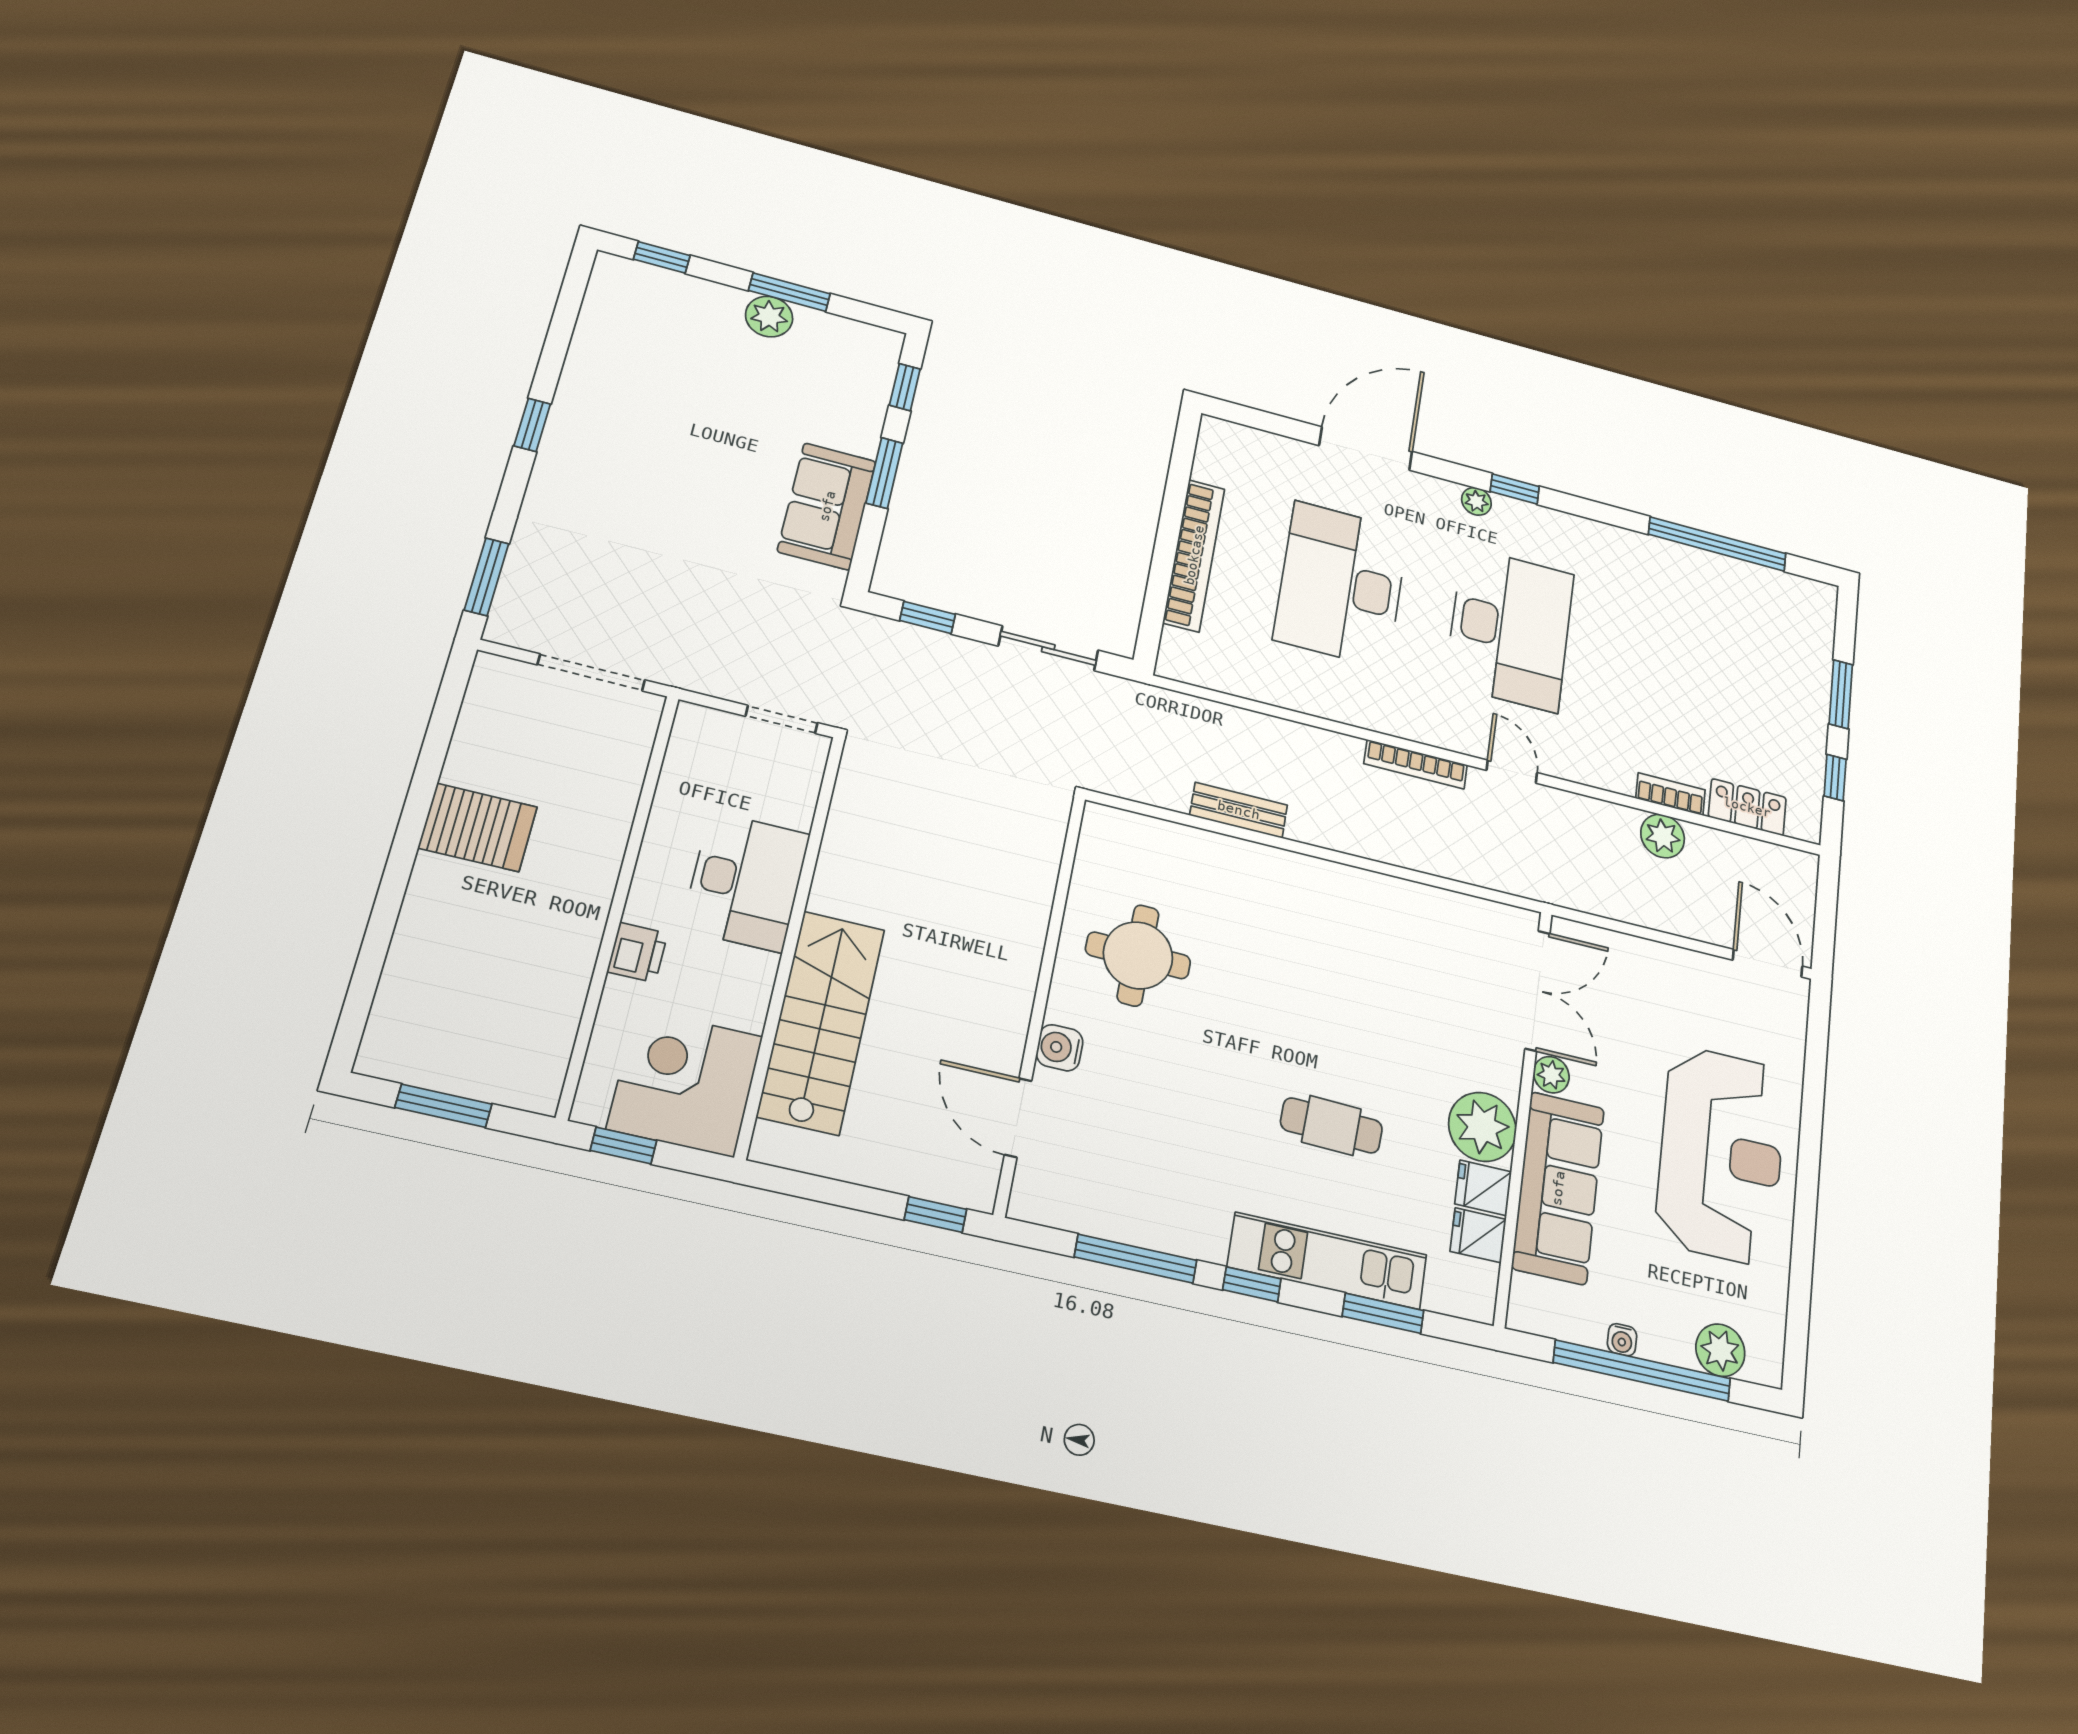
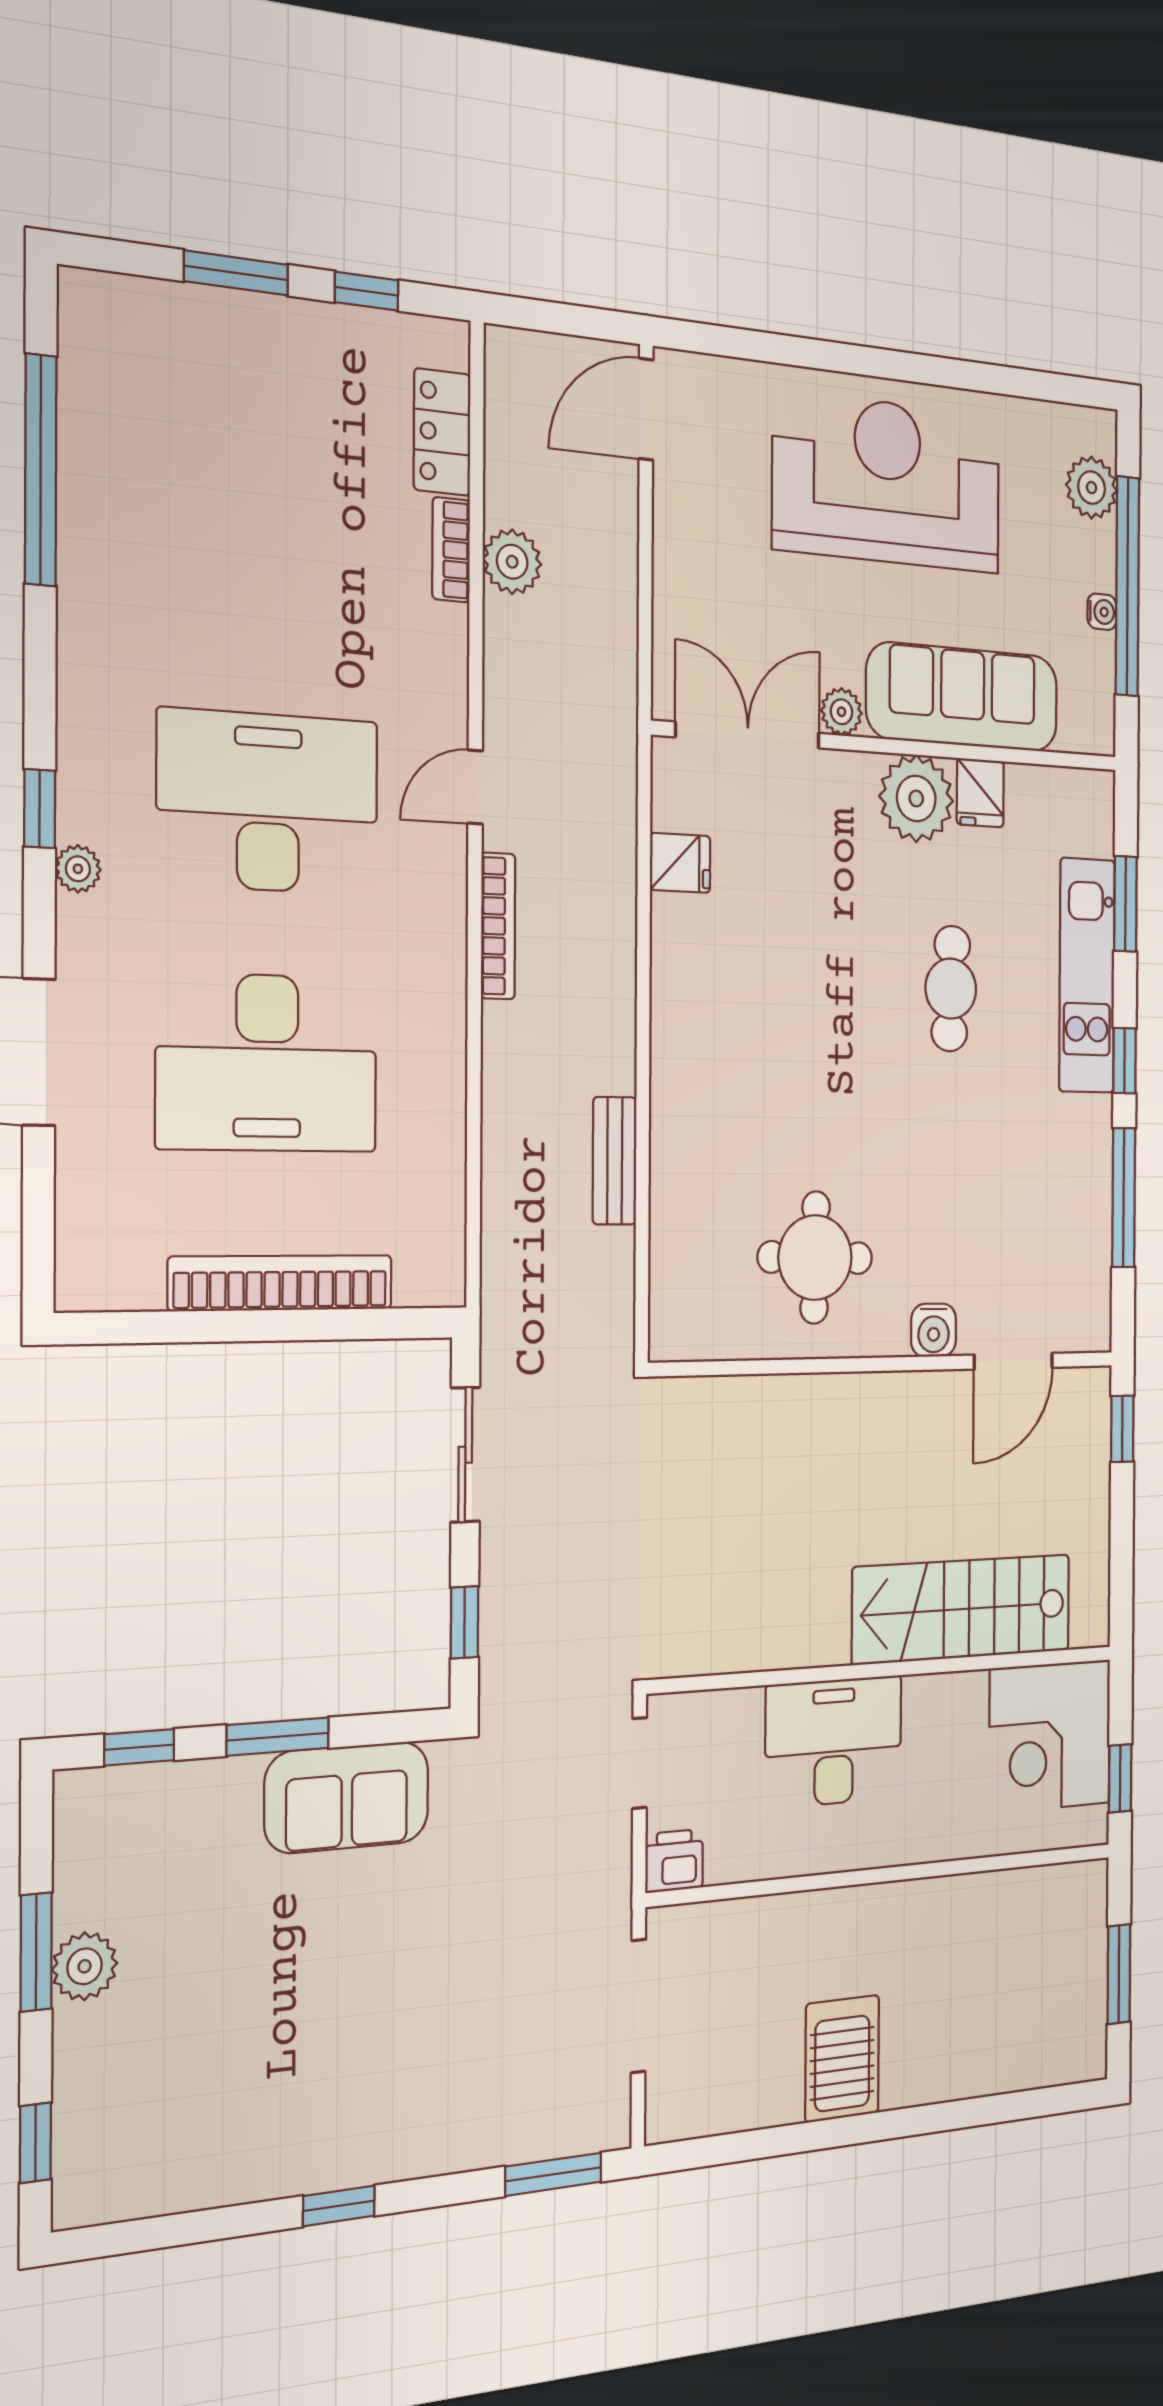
printer: (637, 953) -> (674, 1861), moved
fridge: (1478, 1235) -> (680, 863), moved, turned -90

